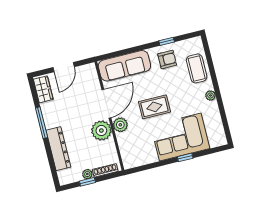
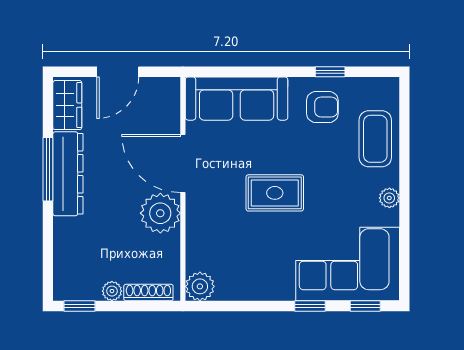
door: (106, 104) -> (183, 163), swing flipped
plant: (120, 125) -> (200, 286), moved
corner sofa: (180, 137) -> (348, 264), moved
dresser: (58, 149) -> (68, 174), moved
window: (212, 151) -> (365, 306), added
window: (87, 182) -> (79, 306), moved

